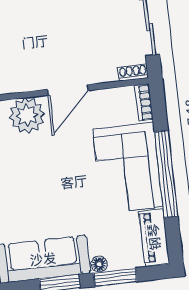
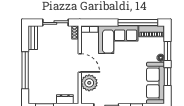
window: (166, 174) -> (138, 23), moved

